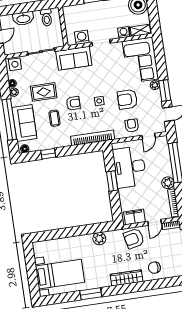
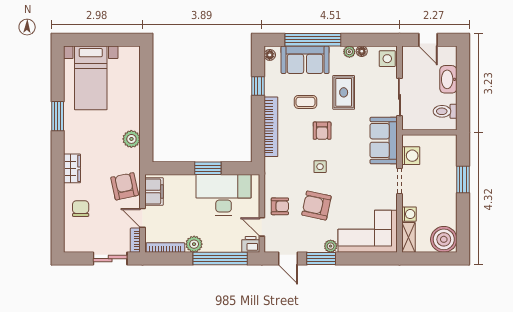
armchair: (127, 99) -> (316, 205), turned -78
bookcase: (93, 138) -> (271, 127), moved
printer: (162, 142) -> (251, 244), added
wardrobe: (127, 278) -> (72, 168), width x0.67

